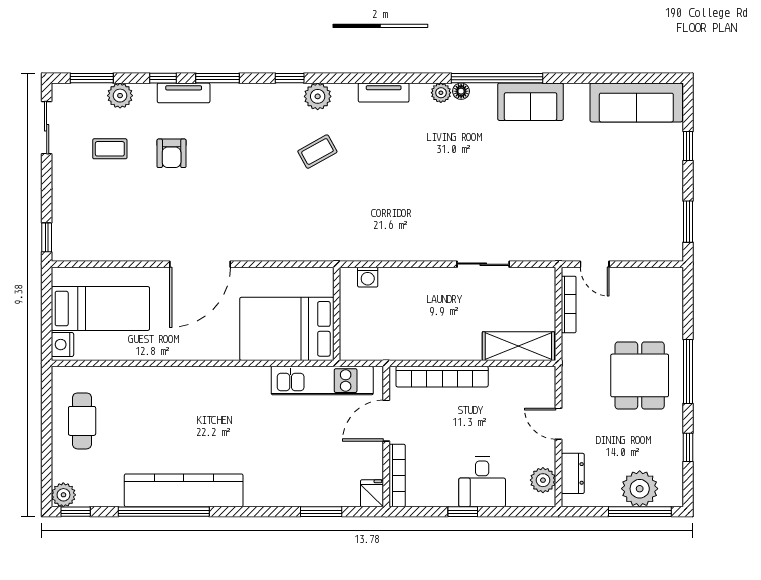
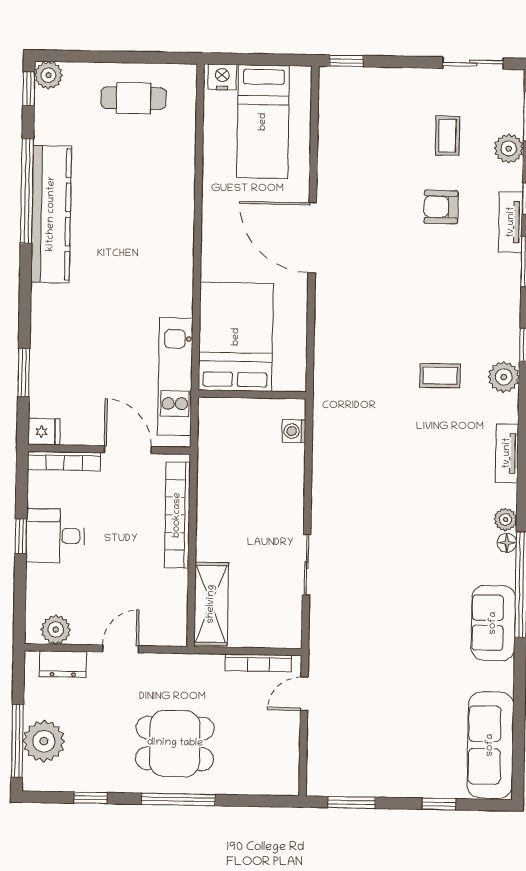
coffee table: (317, 152) -> (440, 376), turned -61
desk: (482, 482) -> (55, 536), moved

